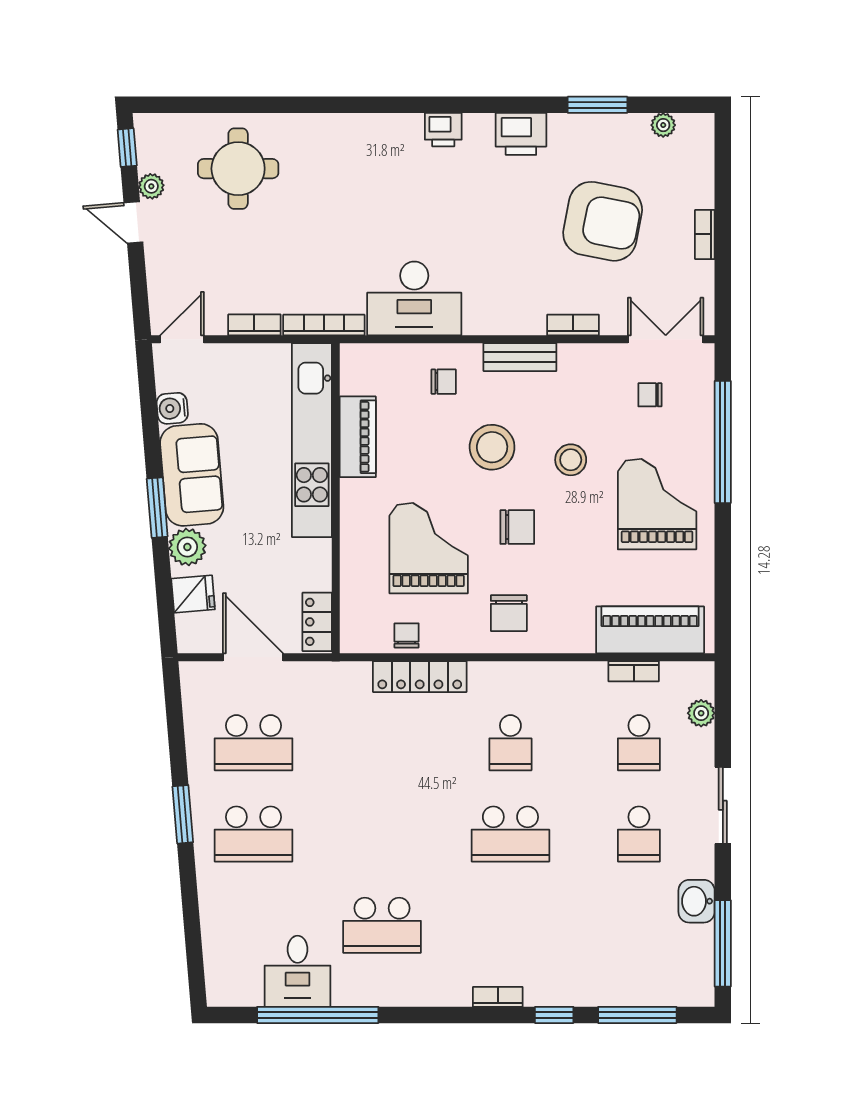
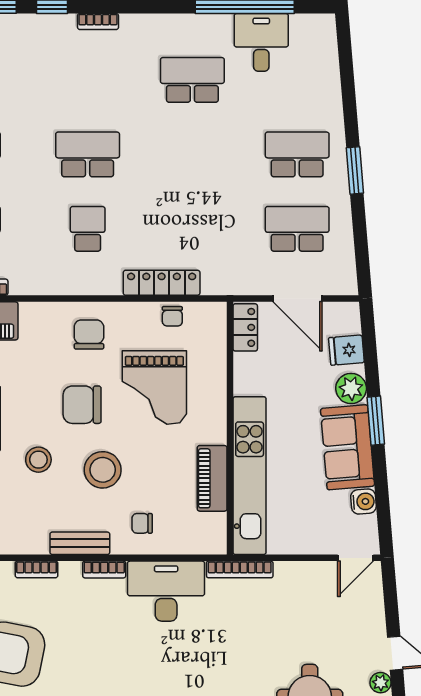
bookcase: (254, 325) -> (104, 570), moved
chair: (517, 527) -> (82, 405), width x1.37, depth x1.37

